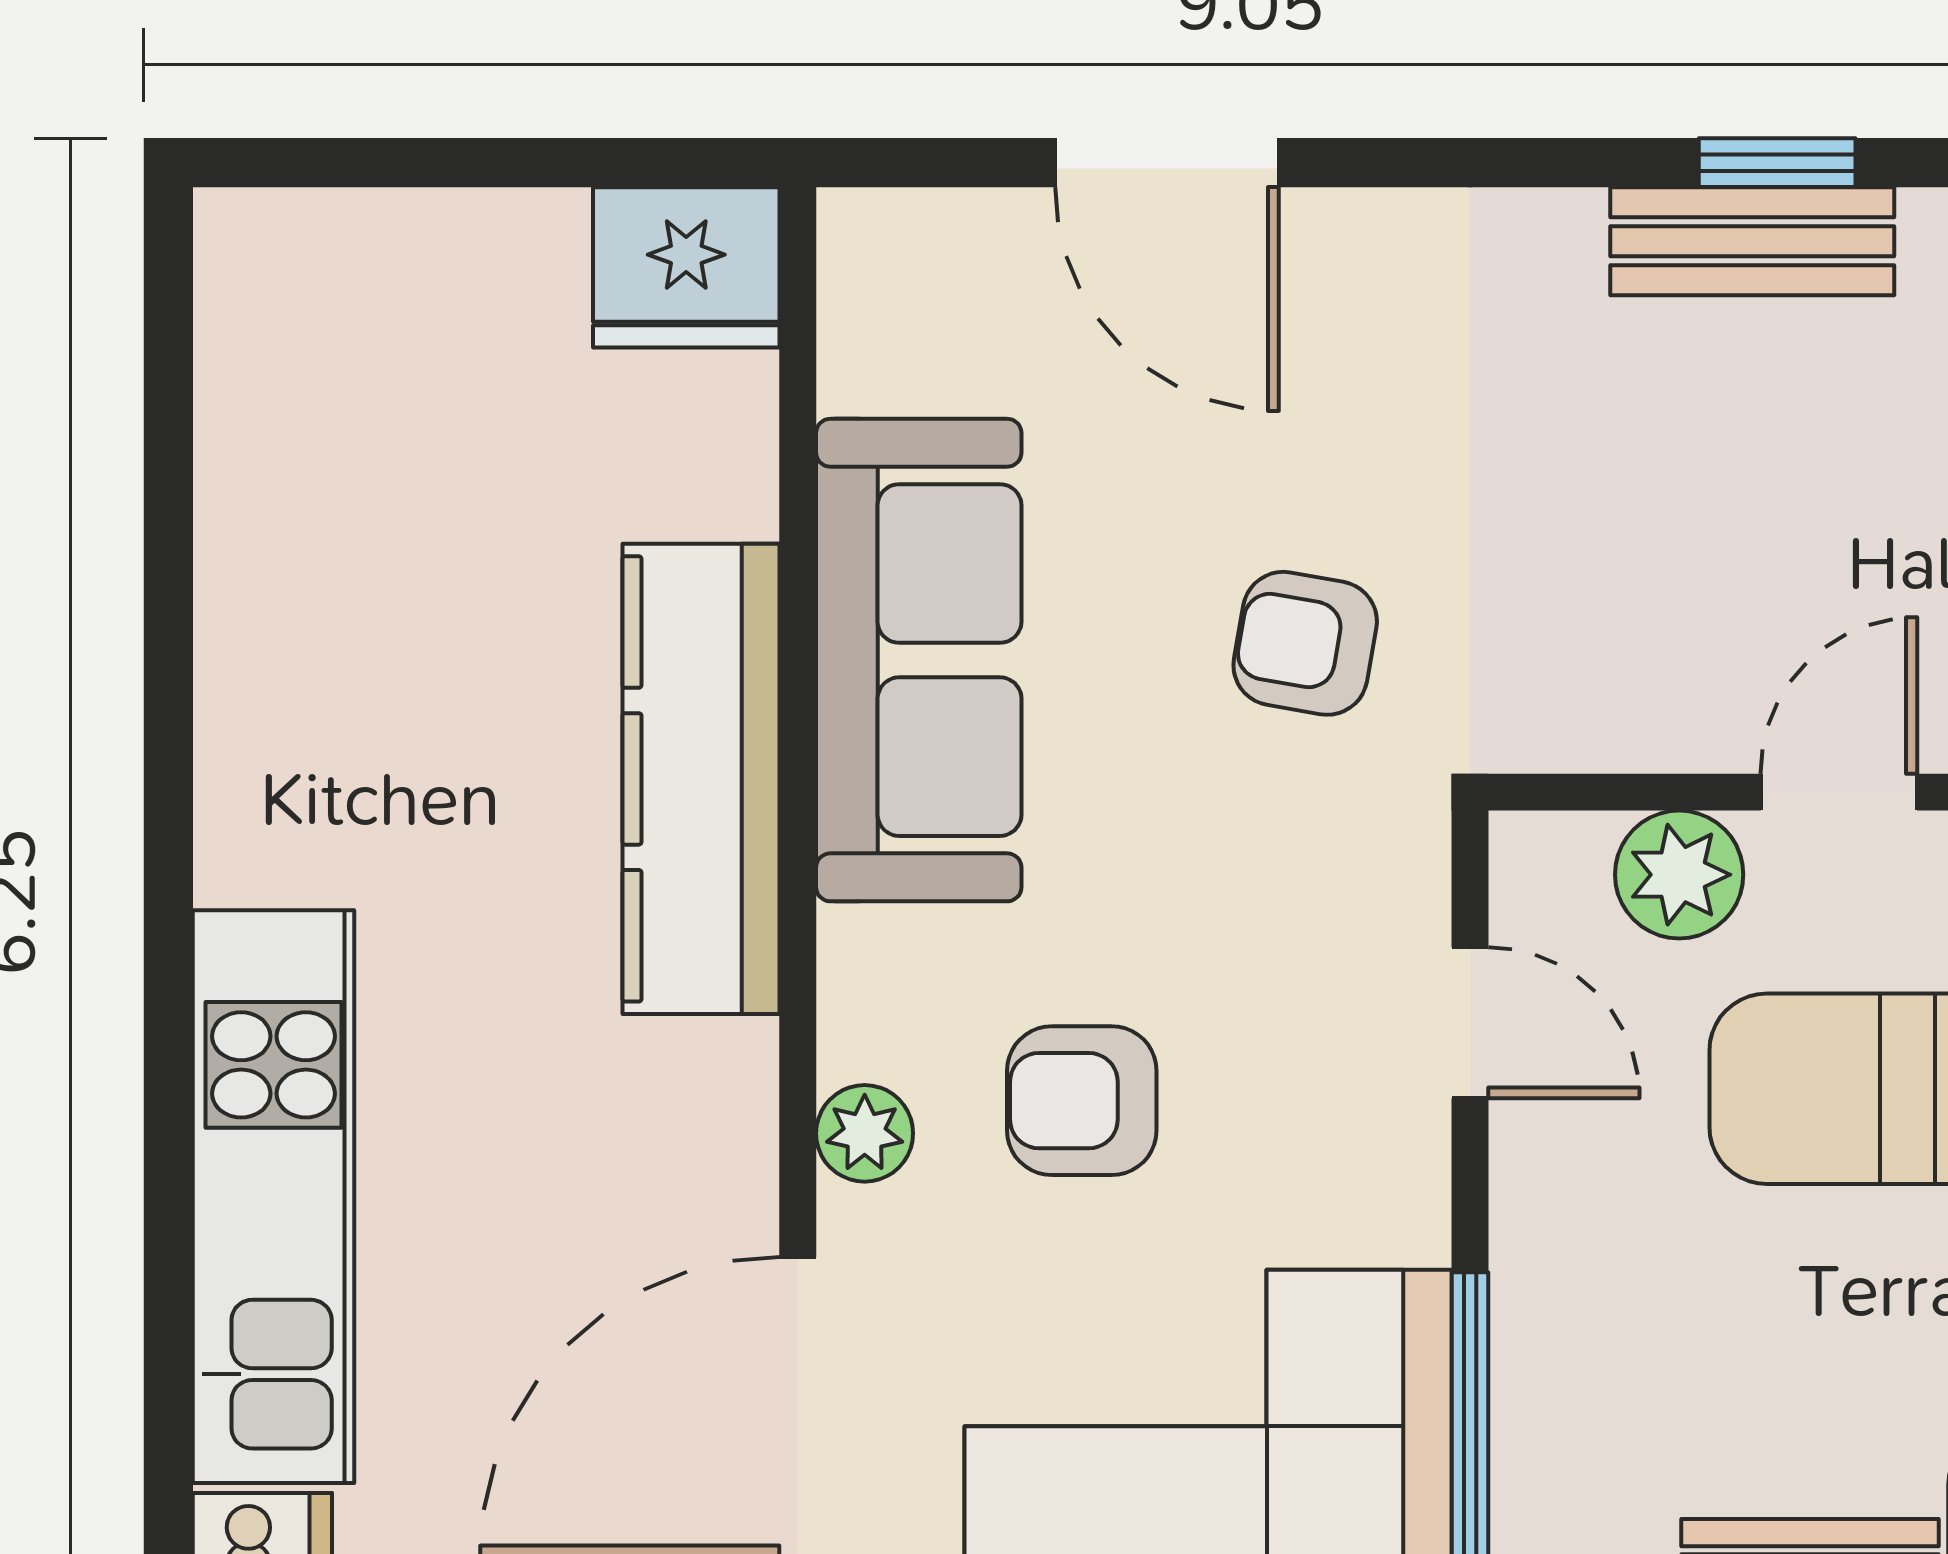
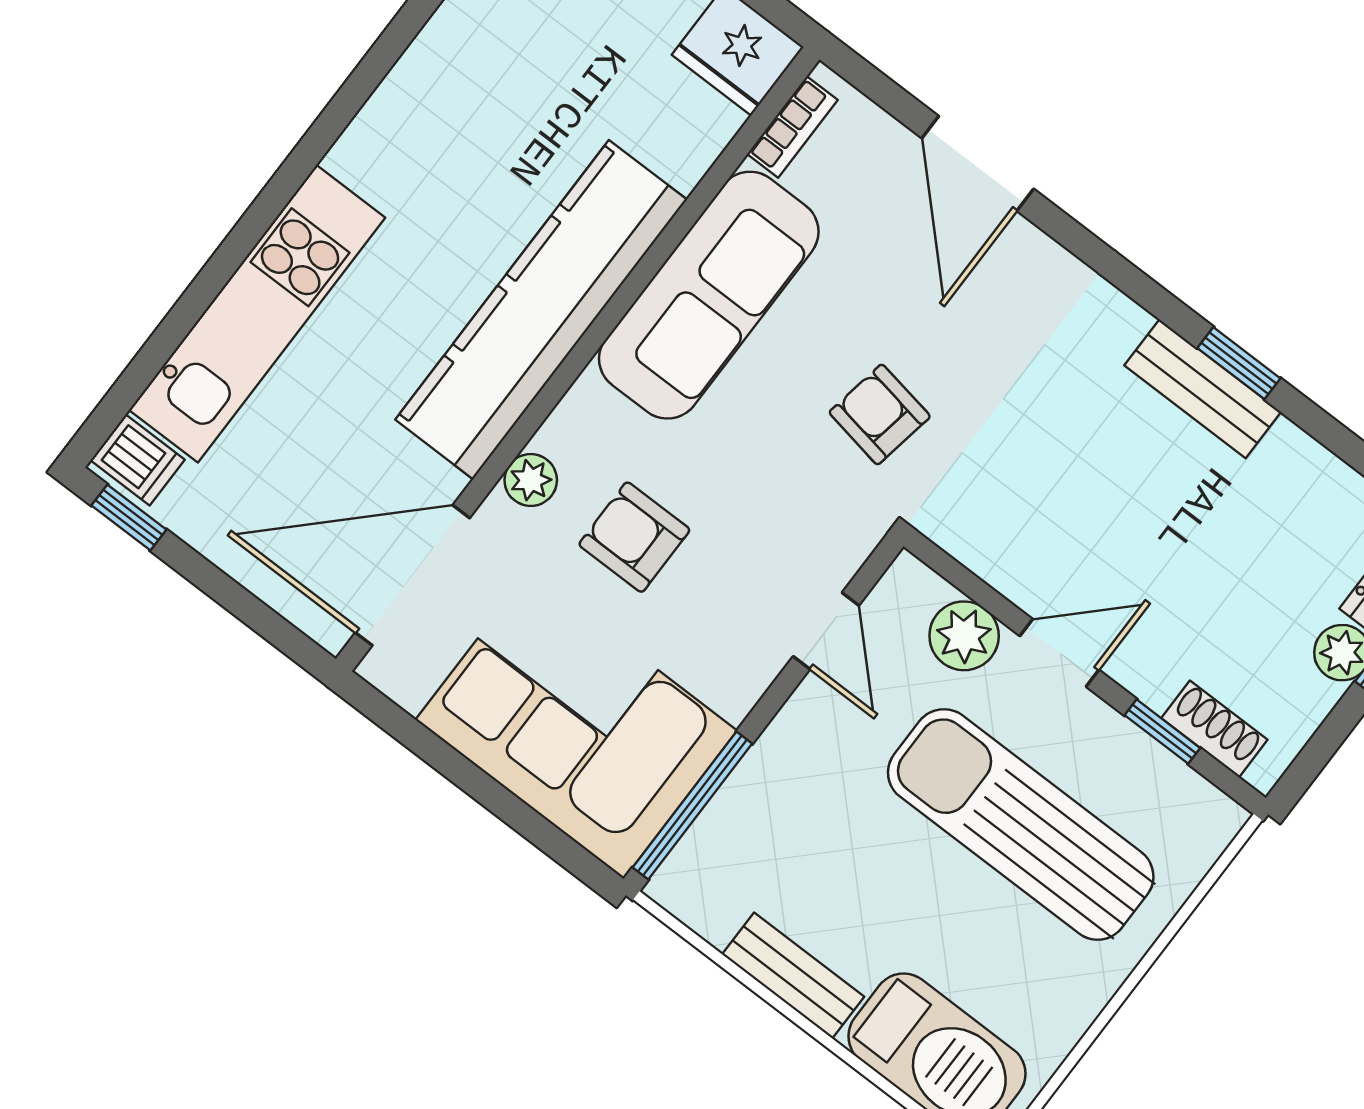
bookcase: (853, 318) -> (792, 127), added
kitchen counter: (701, 779) -> (541, 310), width x1.39, depth x1.17

